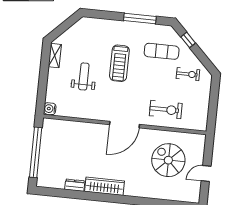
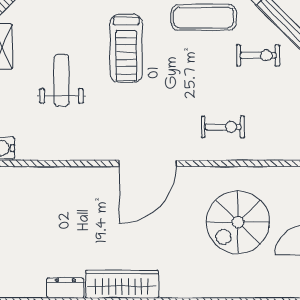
exercise bike: (166, 110) -> (223, 127), width x0.73, depth x0.72
spiral stairs: (168, 160) -> (238, 222), turned -90

